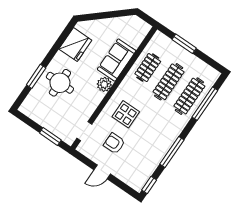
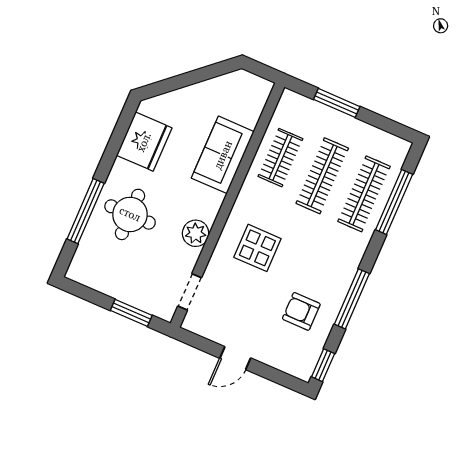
window: (36, 76) -> (86, 211), width x1.44
plant: (104, 84) -> (196, 233), moved
armchair: (114, 143) -> (301, 311), moved

